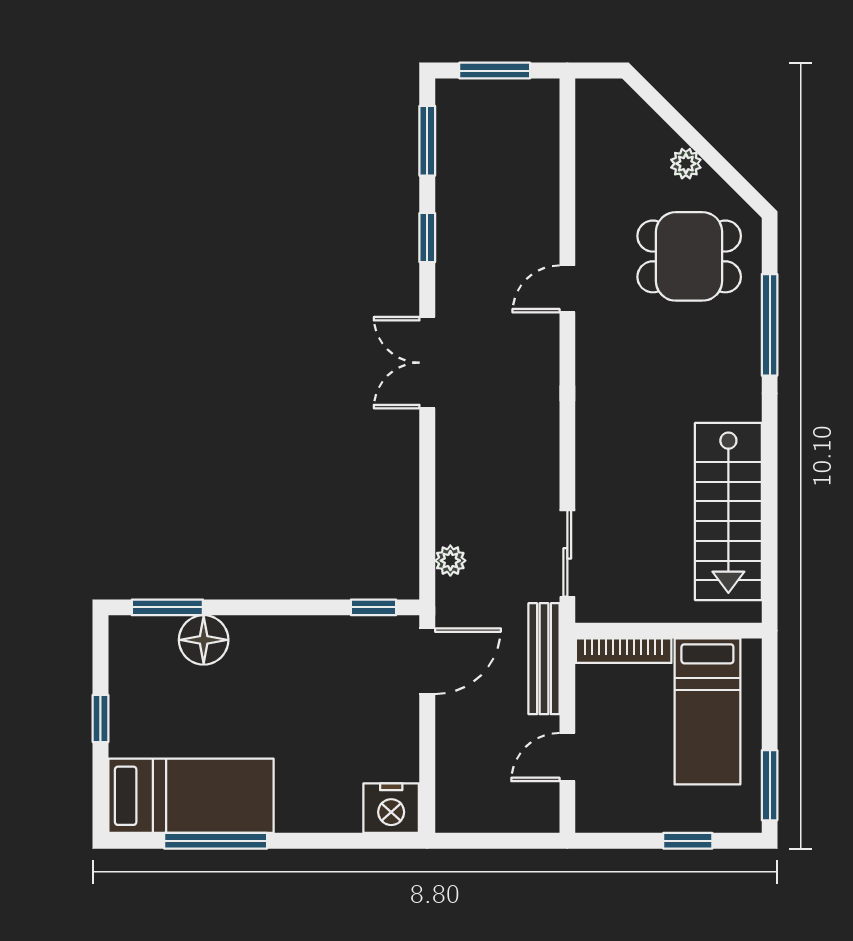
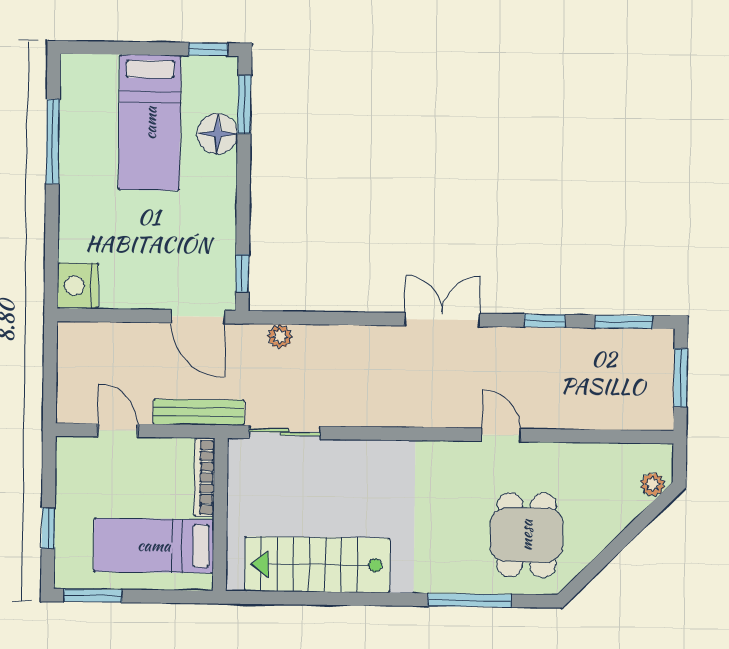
plant: (686, 164) -> (653, 484), moved
window: (100, 719) -> (208, 49), moved
bed: (191, 796) -> (150, 123), moved

